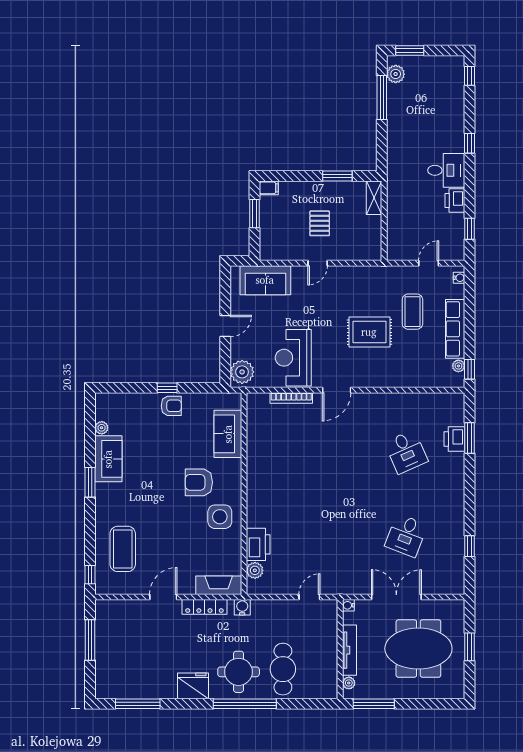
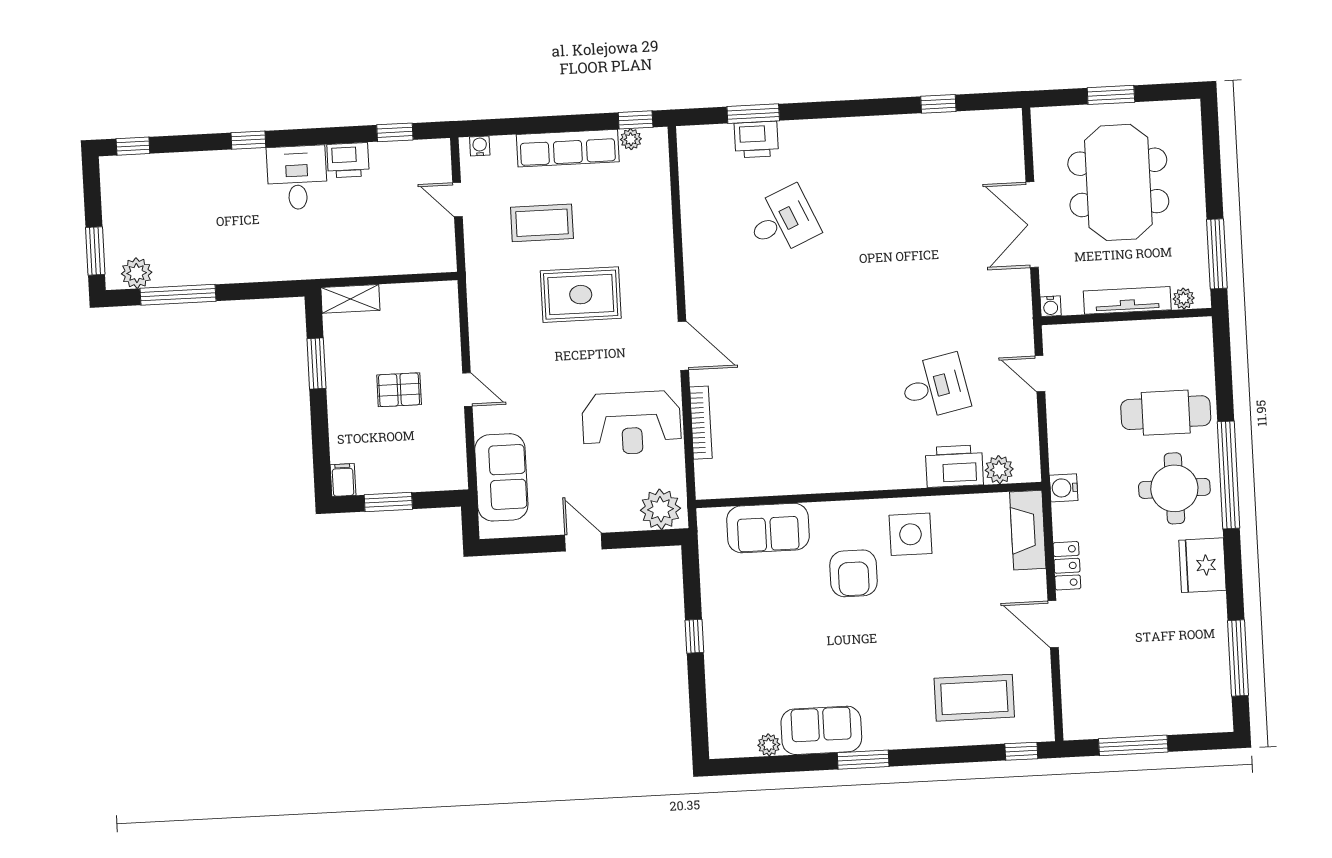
rug: (369, 332) -> (581, 295), turned 90
armchair: (171, 406) -> (725, 628), removed
desk: (406, 535) -> (935, 387), moved, turned -33
locker: (204, 607) -> (1067, 566), width x0.66

